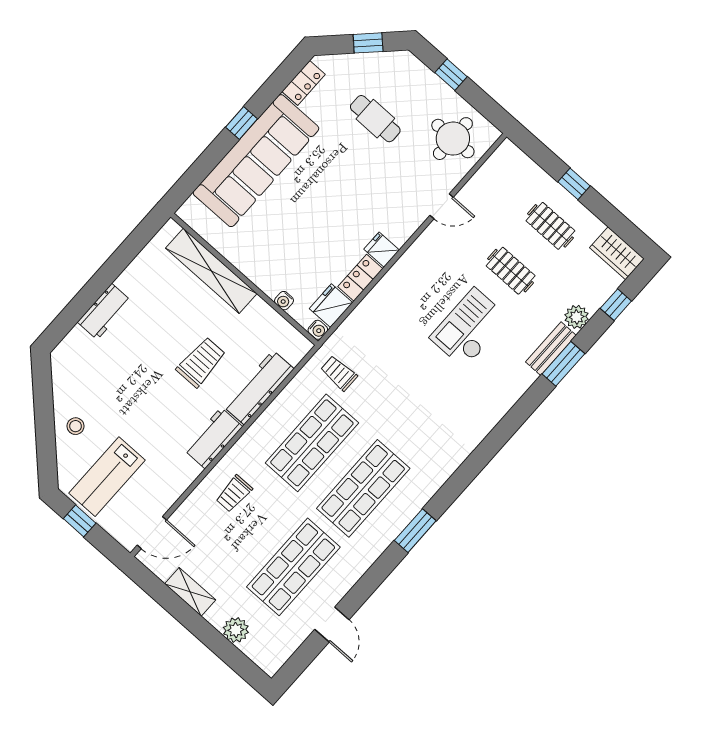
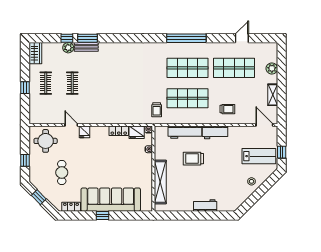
fridge: (382, 250) -> (85, 132), moved
window: (616, 305) -> (67, 38), moved
checkout: (469, 328) -> (103, 80), removed
window: (415, 531) -> (186, 38), width x2.11

